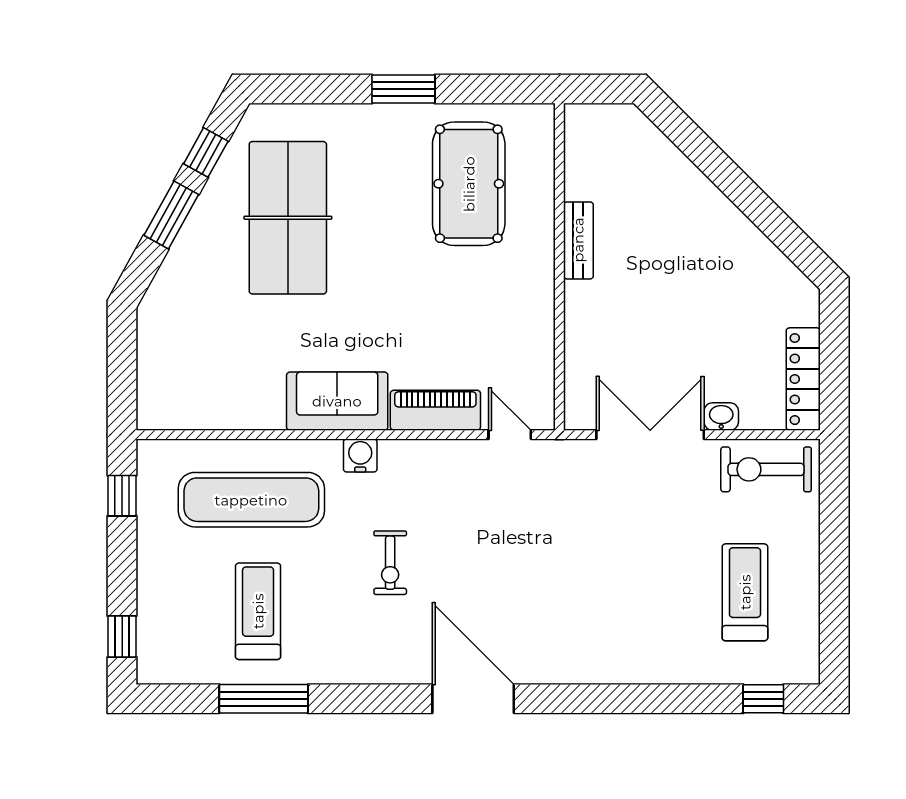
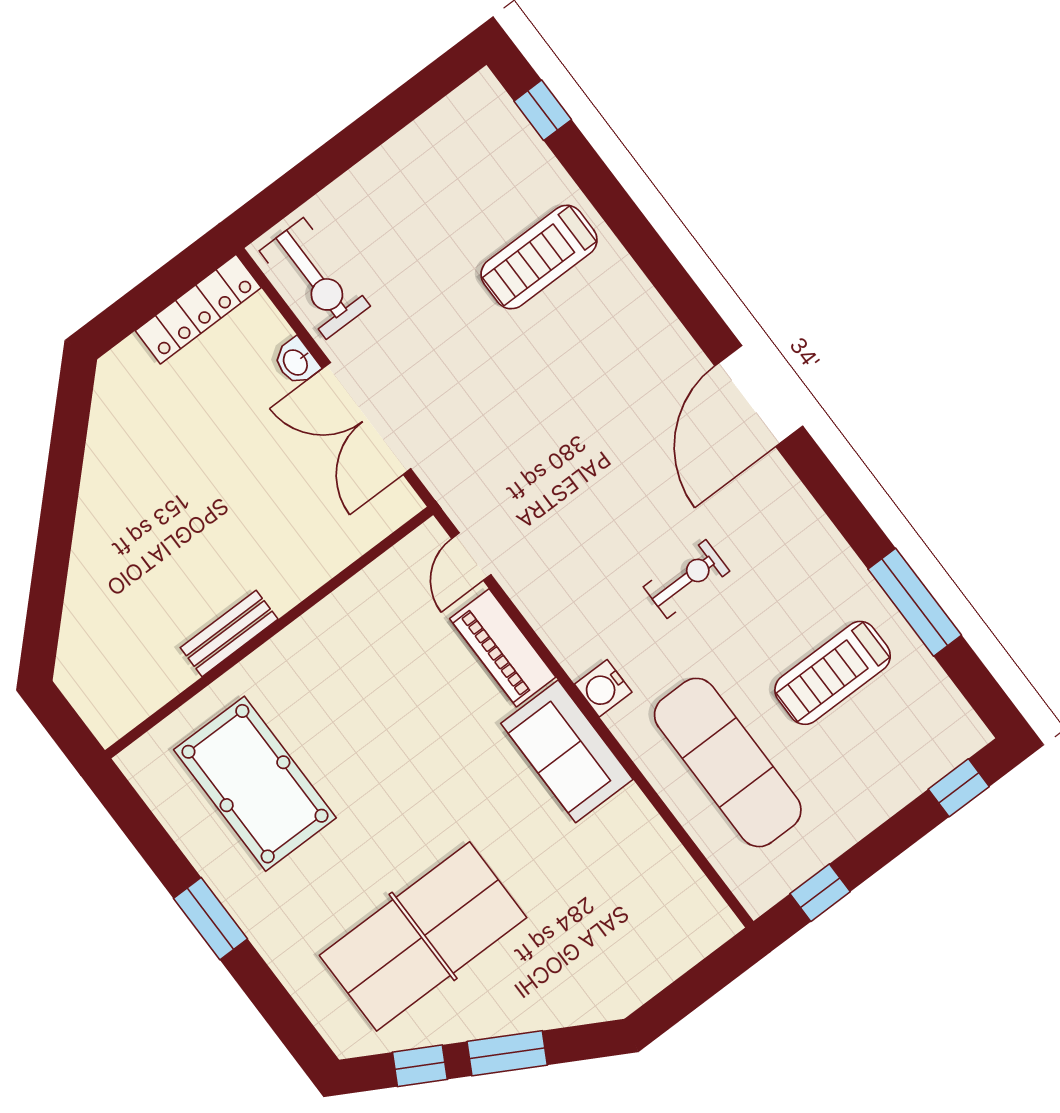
pool table: (469, 184) -> (255, 784), turned 90
treadmill: (745, 592) -> (539, 257), moved

